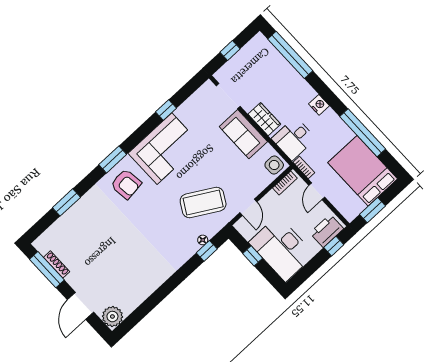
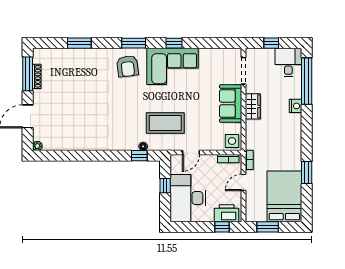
nightstand: (319, 105) -> (295, 106), moved
window: (166, 110) -> (174, 43), moved
window: (363, 133) -> (307, 172), width x0.47
desk: (294, 139) -> (288, 62), moved, turned 90
coffee table: (203, 202) -> (165, 123), turned -30
plant: (112, 317) -> (37, 146), width x0.53, depth x0.53

